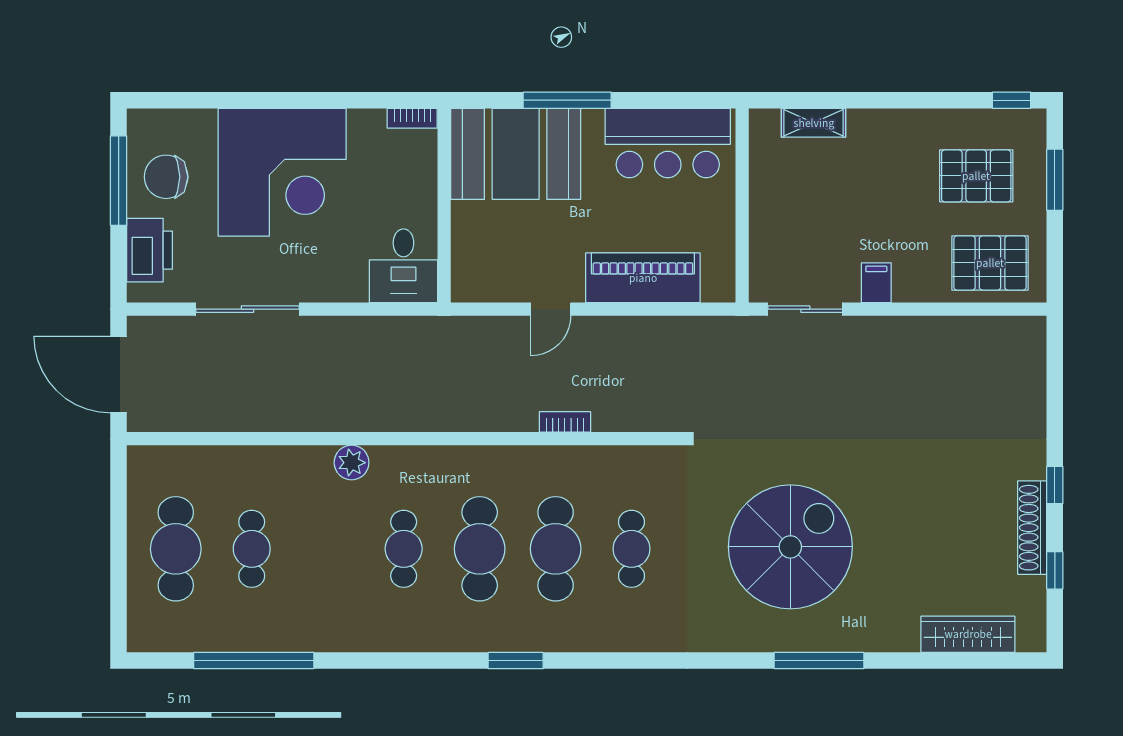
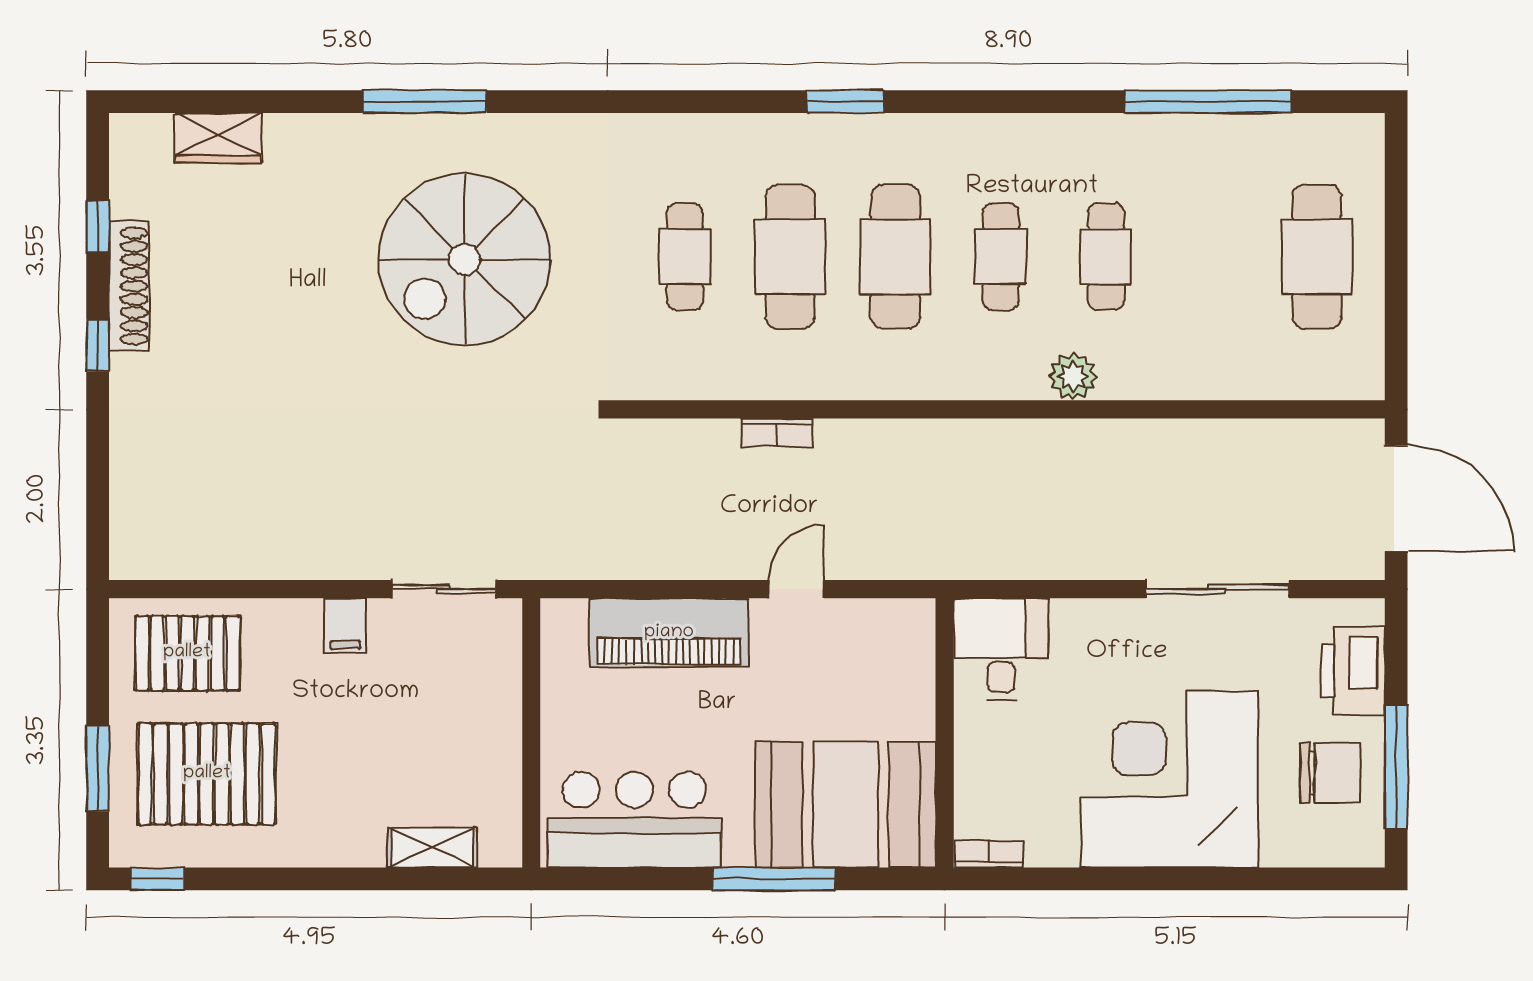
pallet: (976, 176) -> (207, 774), width x1.37, depth x1.41
cafe table: (252, 549) -> (1106, 257), moved
wardrobe: (968, 634) -> (218, 138), width x0.67

